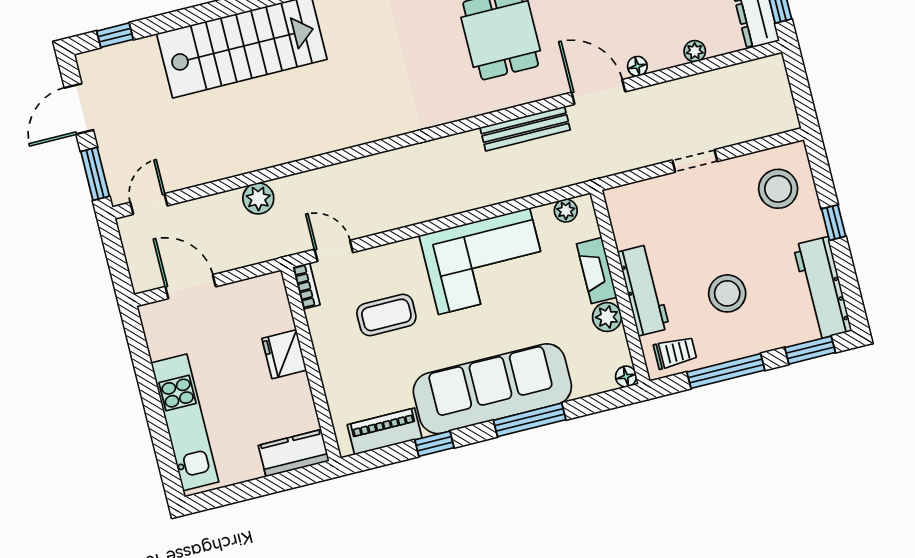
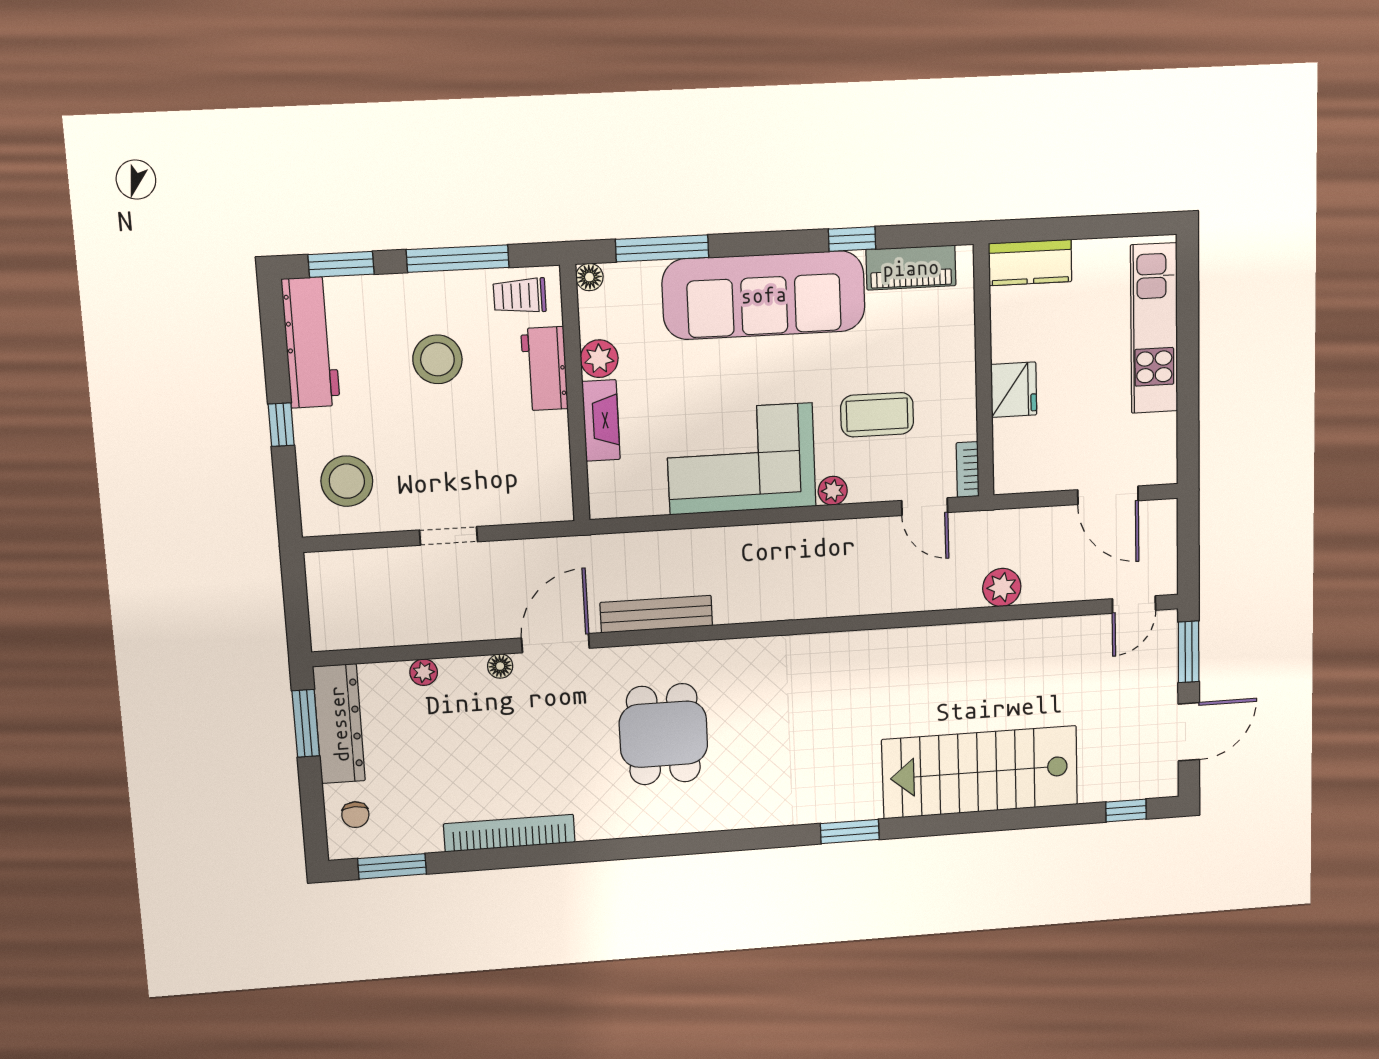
door: (598, 92) -> (555, 643), swing flipped
plant: (566, 211) -> (833, 491), moved
workbench: (644, 290) -> (545, 369), width x0.73
window: (530, 420) -> (662, 248), moved

